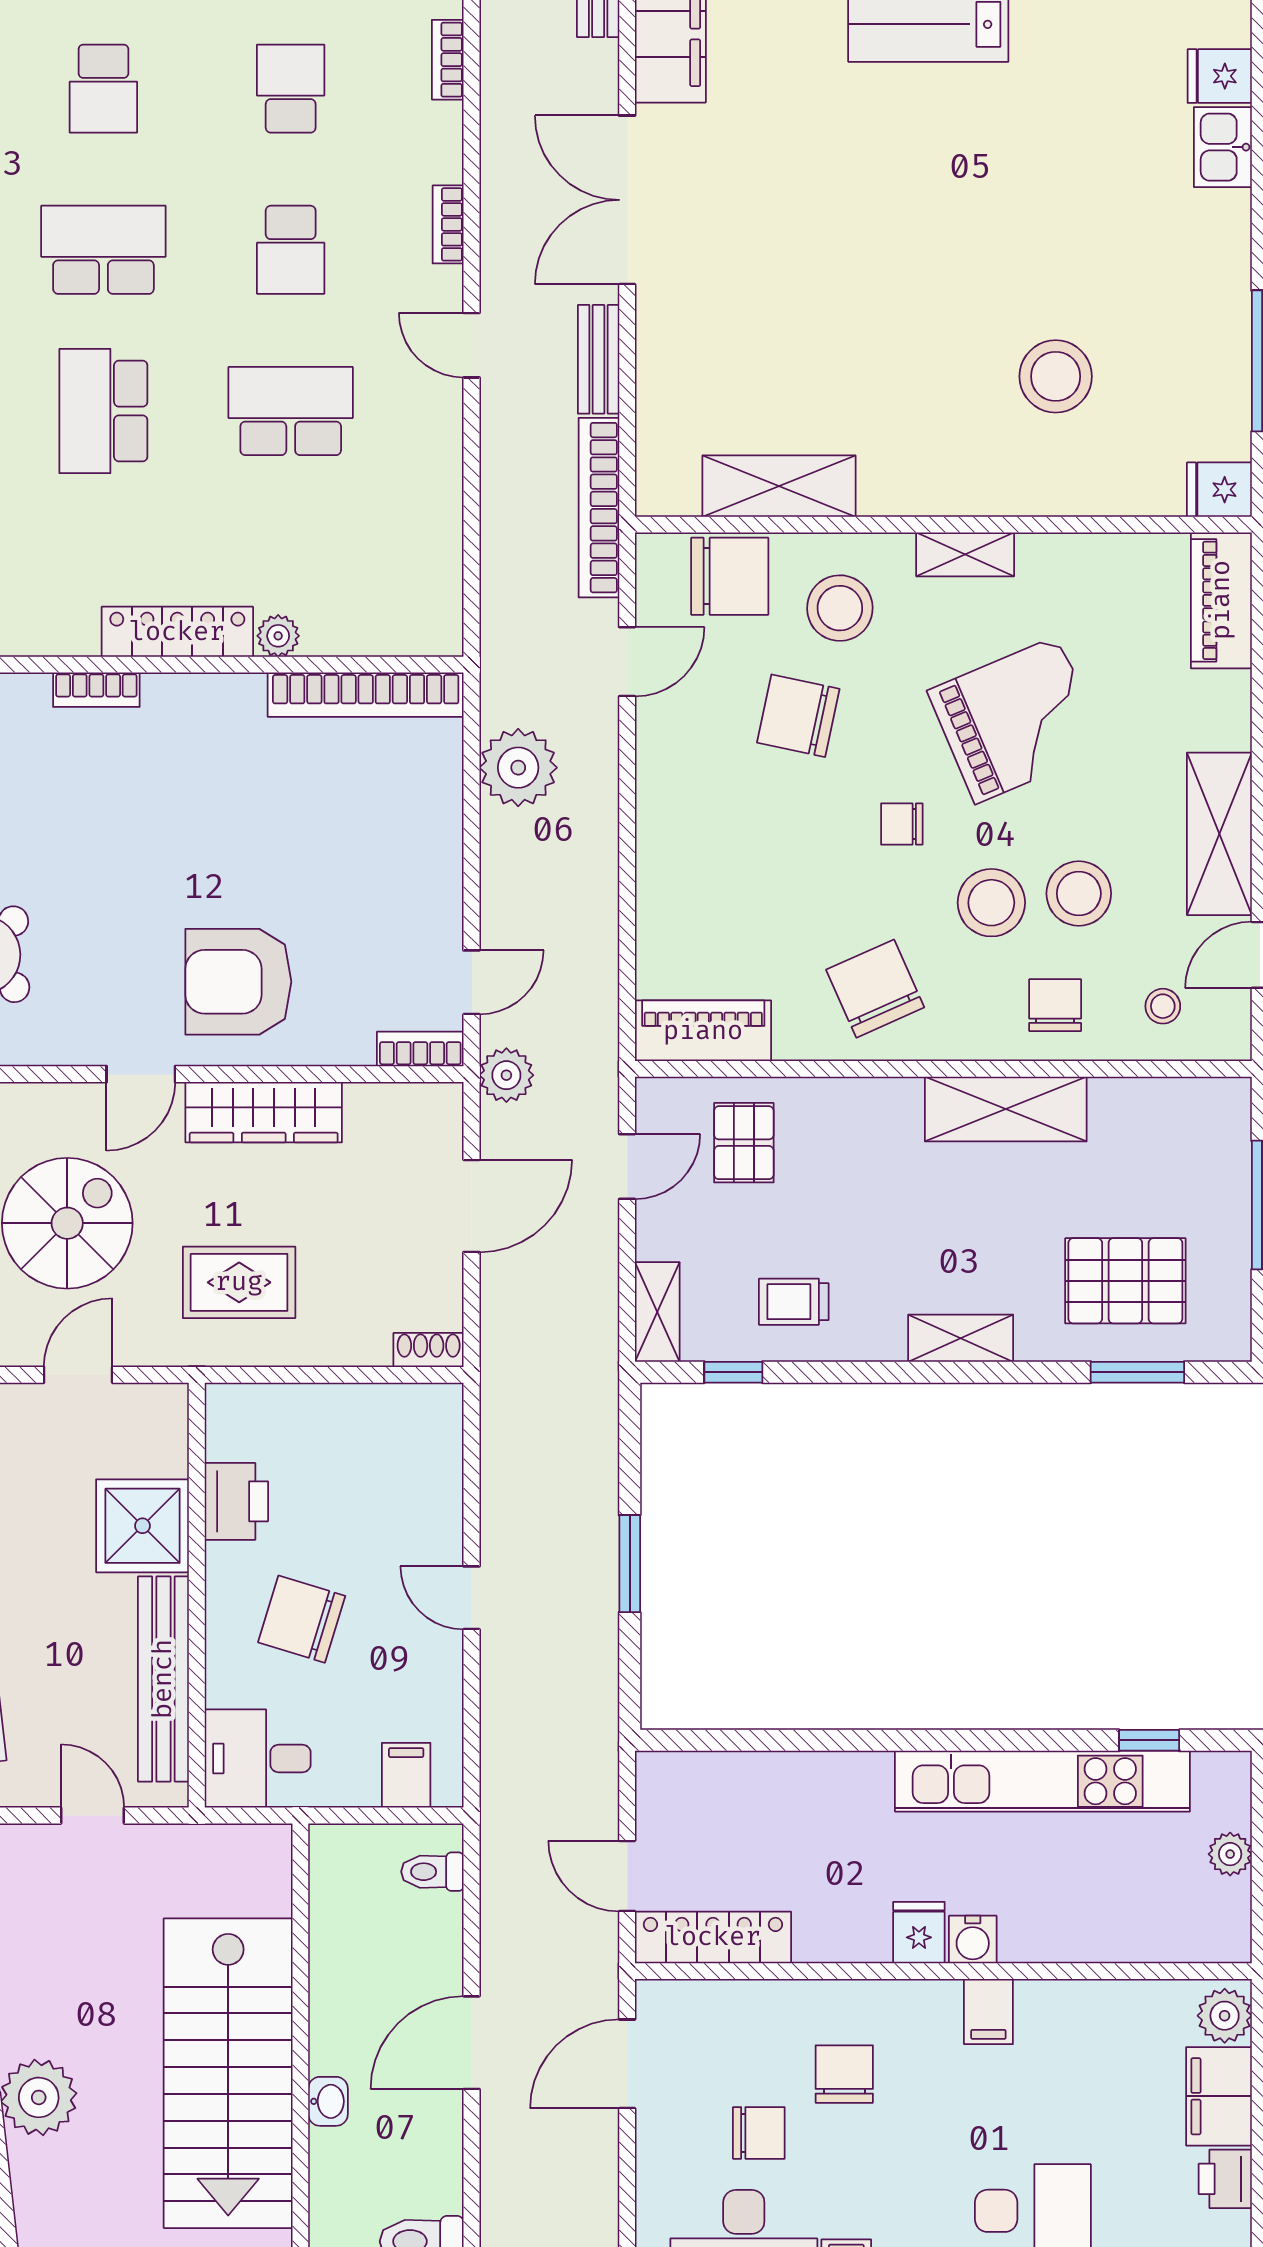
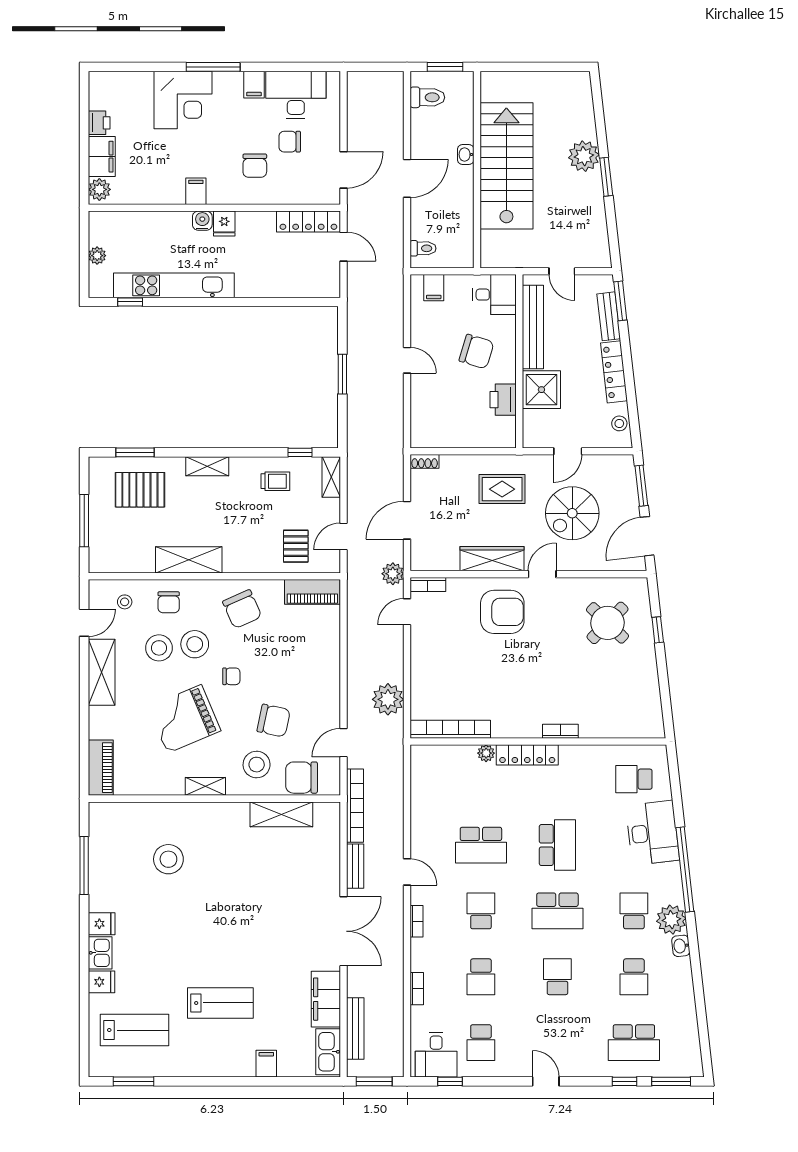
fridge: (1219, 490) -> (102, 924), moved

